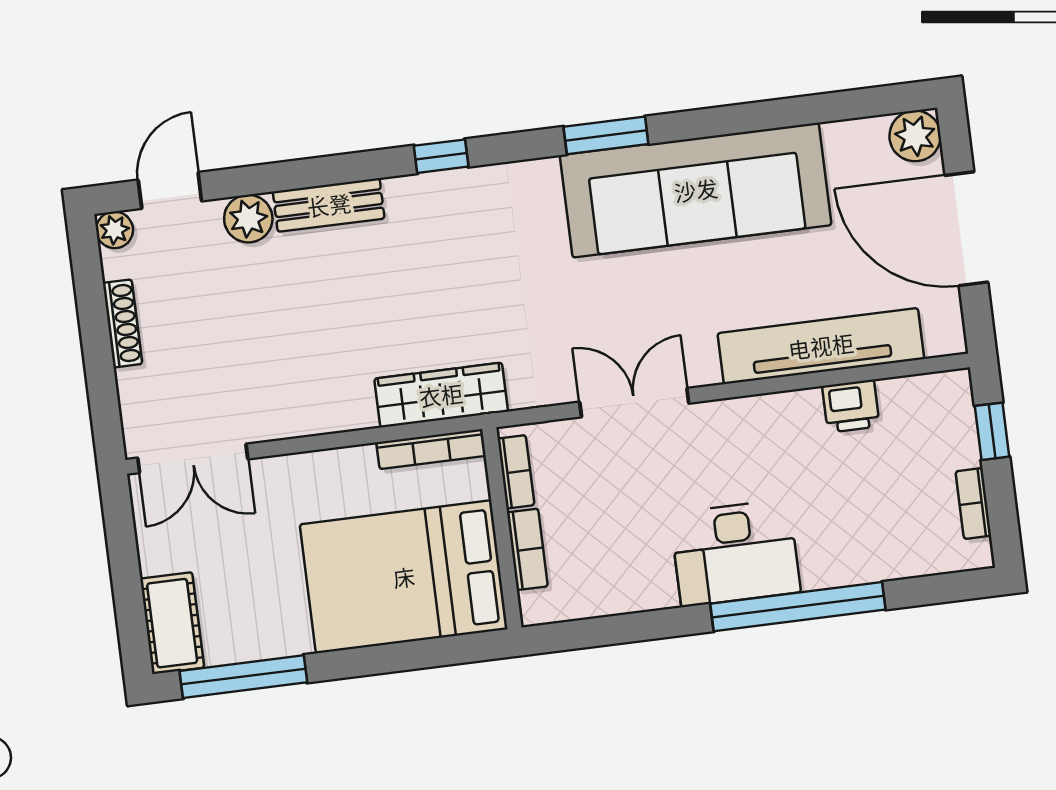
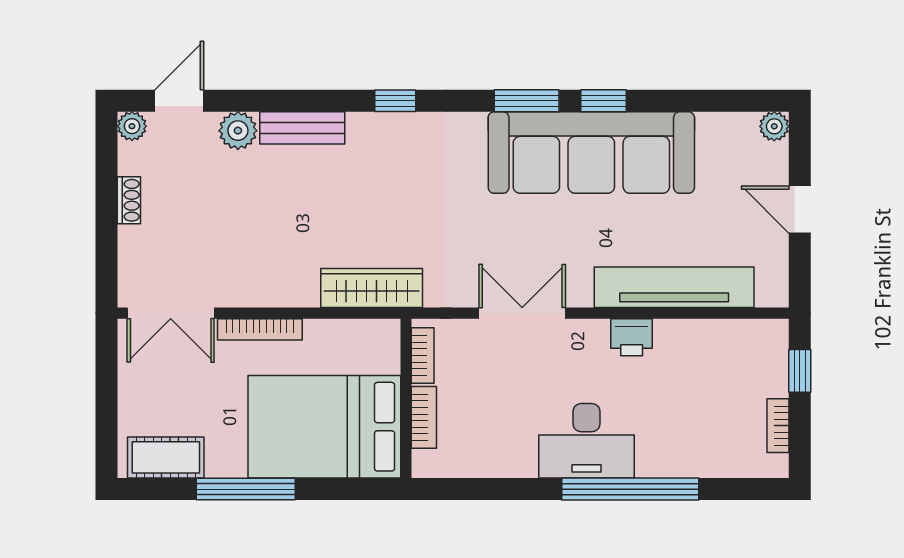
window: (703, 123) -> (603, 101), added
plant: (915, 136) -> (774, 126), width x0.73, depth x0.73
door: (966, 229) -> (800, 210), width x0.53
shoe rack: (122, 323) -> (129, 200), width x0.70
printer: (851, 406) -> (632, 337), moved
bookcase: (431, 449) -> (260, 329), moved
cot: (172, 623) -> (166, 457), moved, turned 90
window: (243, 677) -> (246, 489), moved

